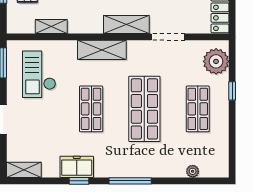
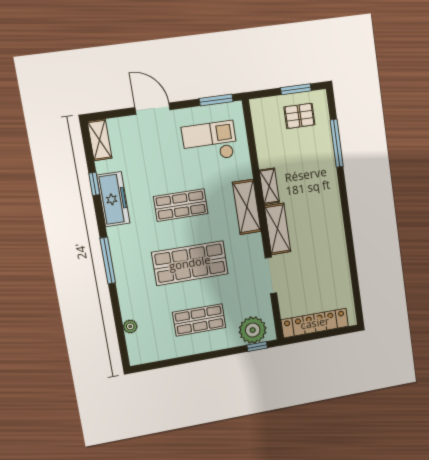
shelving: (51, 27) -> (269, 186), moved
window: (232, 91) -> (257, 346), moved
freezer: (77, 167) -> (113, 199), width x1.40
window: (79, 181) -> (94, 184), moved

